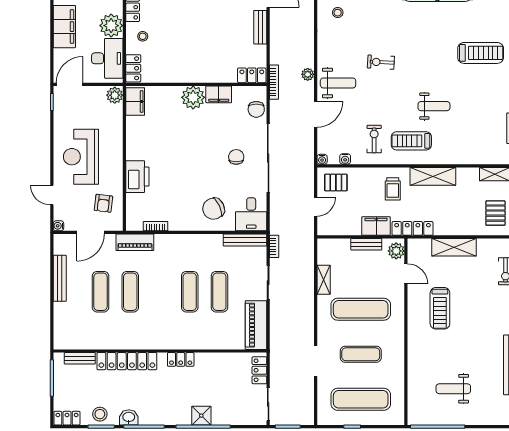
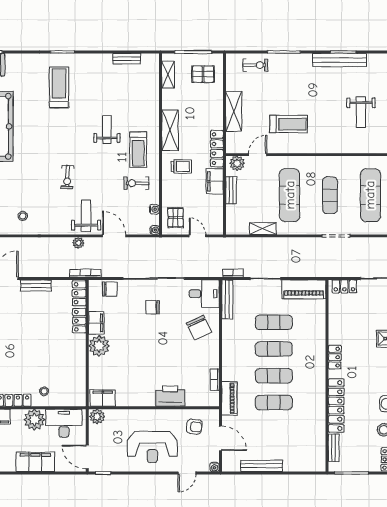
locker: (133, 68) -> (79, 321), moved, turned -90
exercise mat: (101, 292) -> (274, 376), moved

